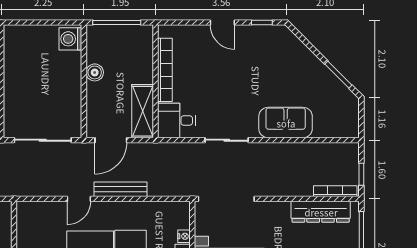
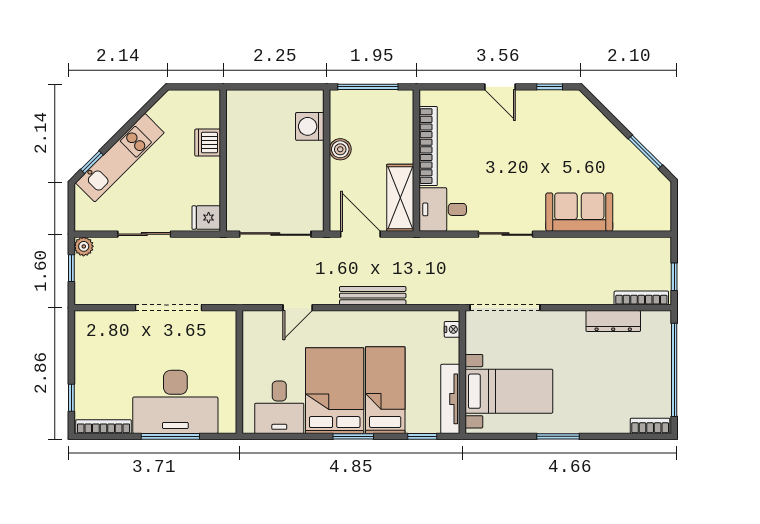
washing machine: (70, 39) -> (310, 126), moved
door: (111, 140) -> (360, 234), swing flipped
door: (79, 199) -> (298, 308), moved
dresser: (321, 212) -> (613, 321), width x0.73, depth x0.80
nightstand: (184, 236) -> (452, 329), moved

